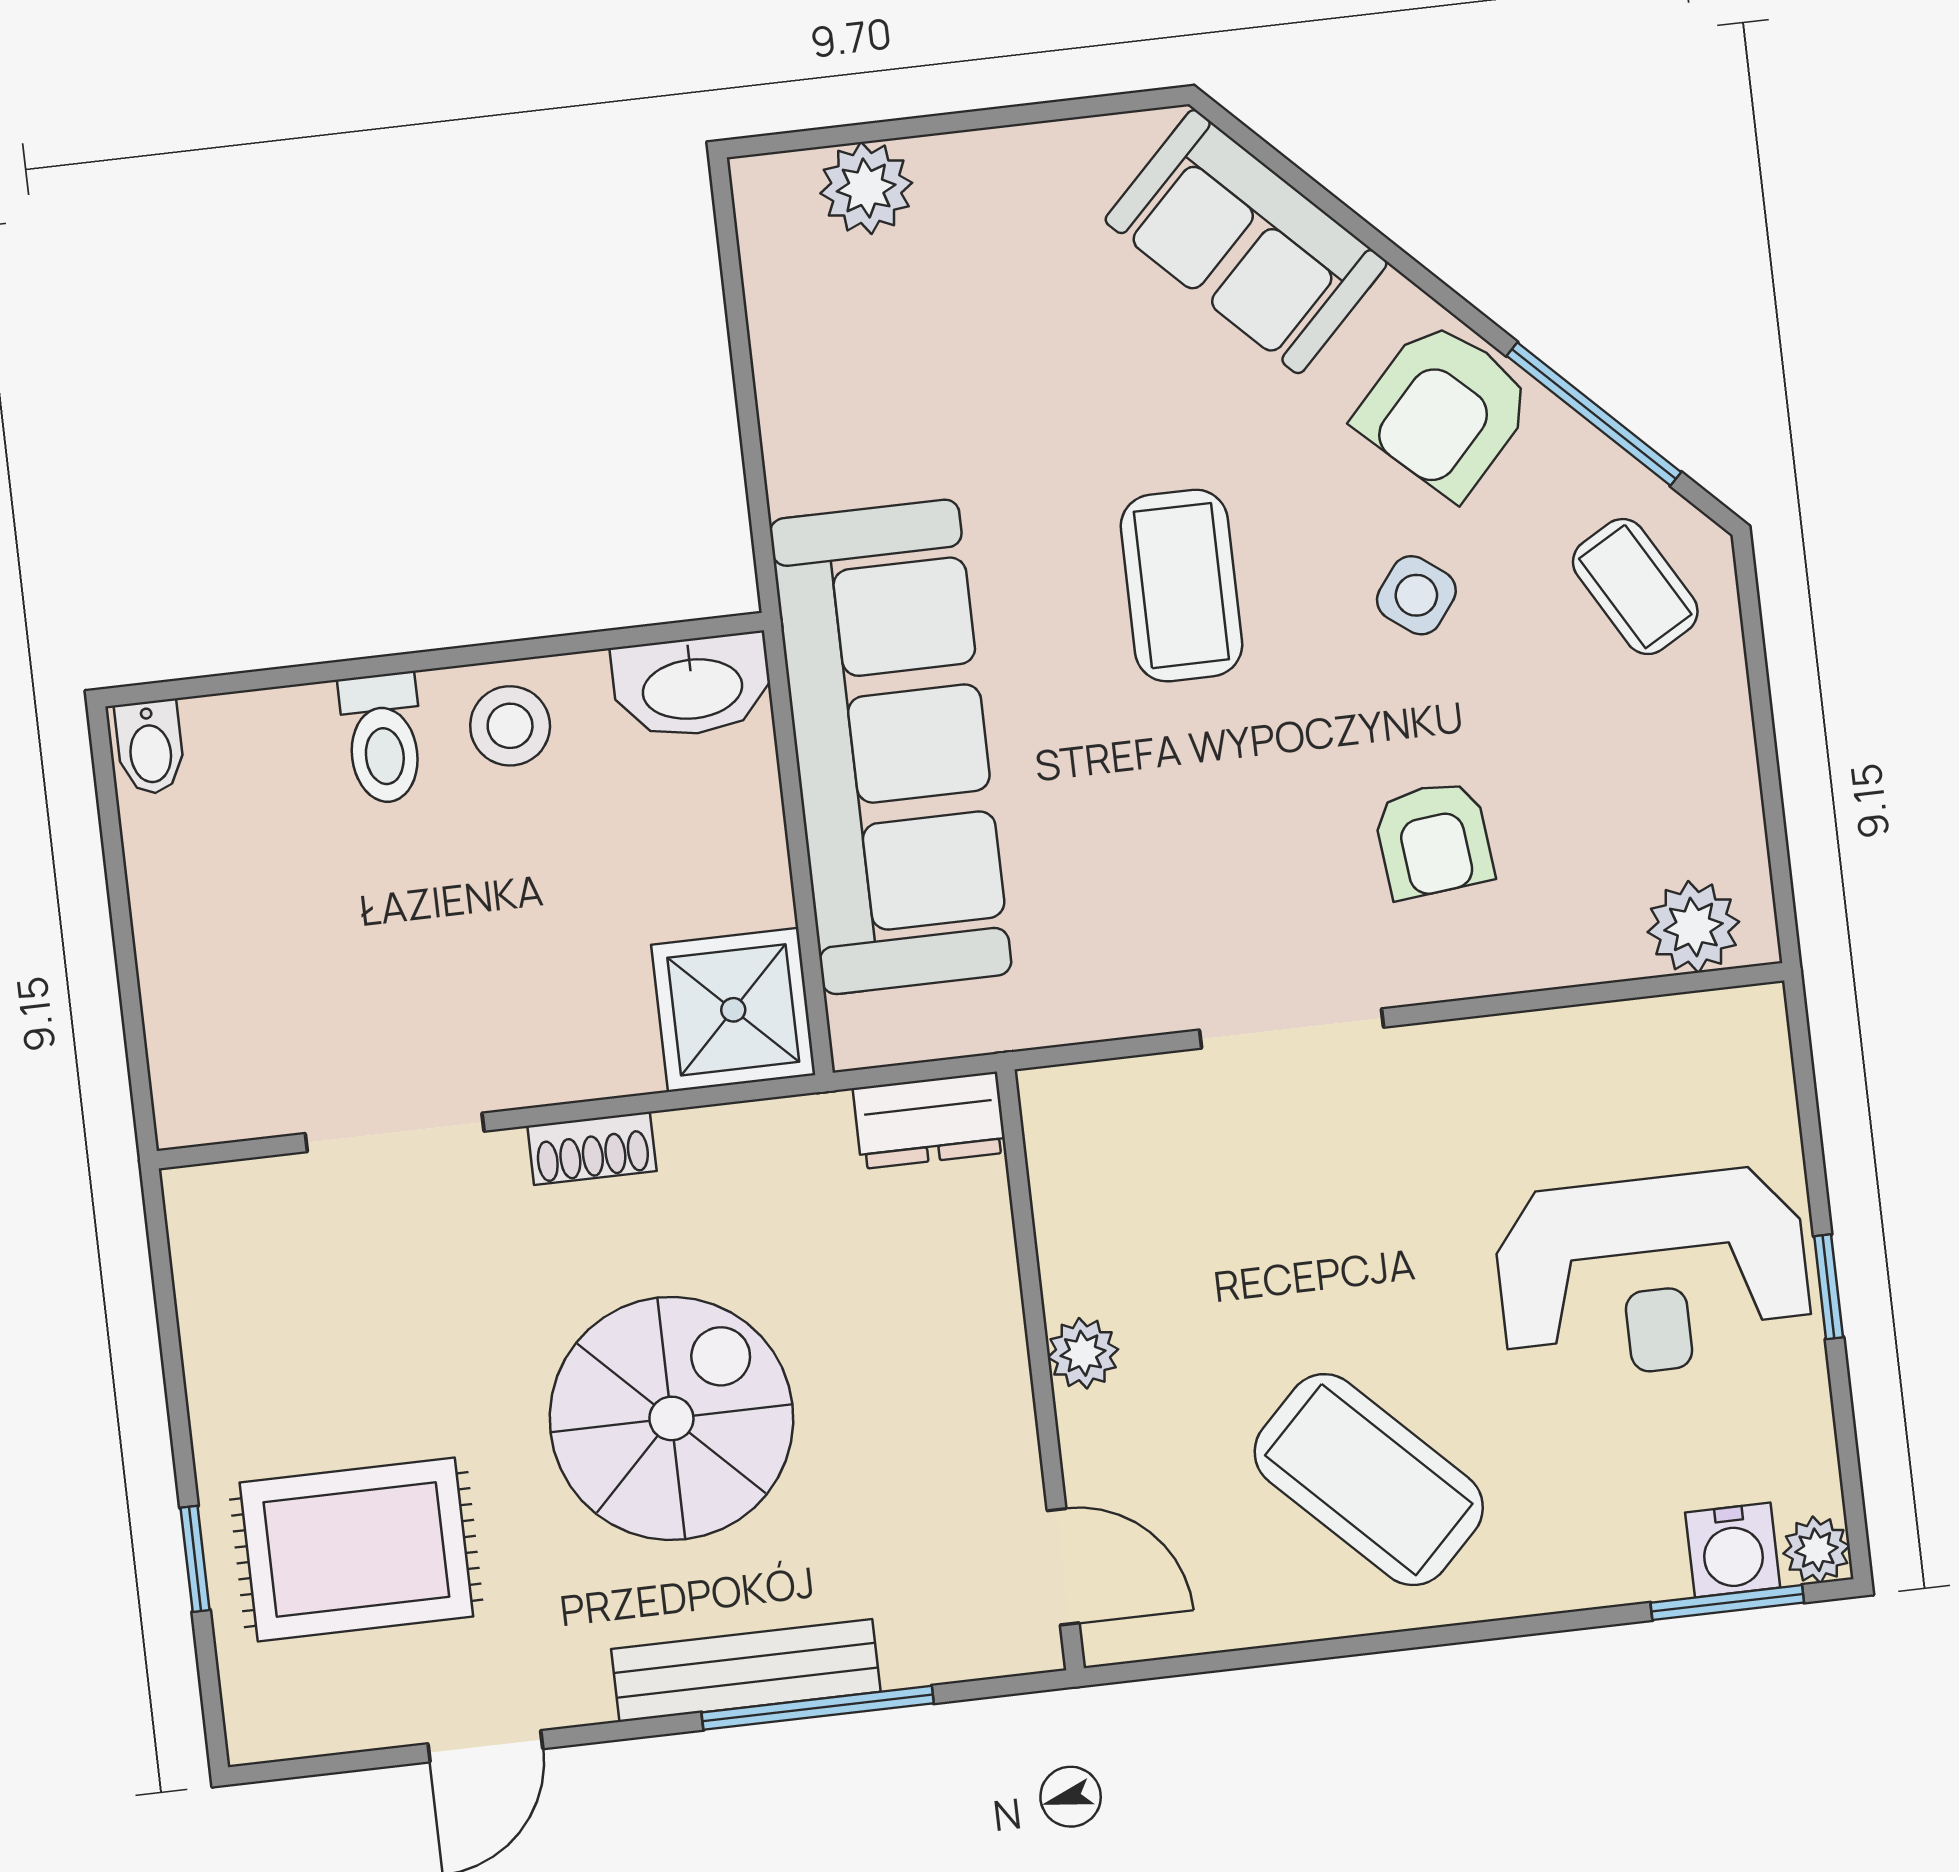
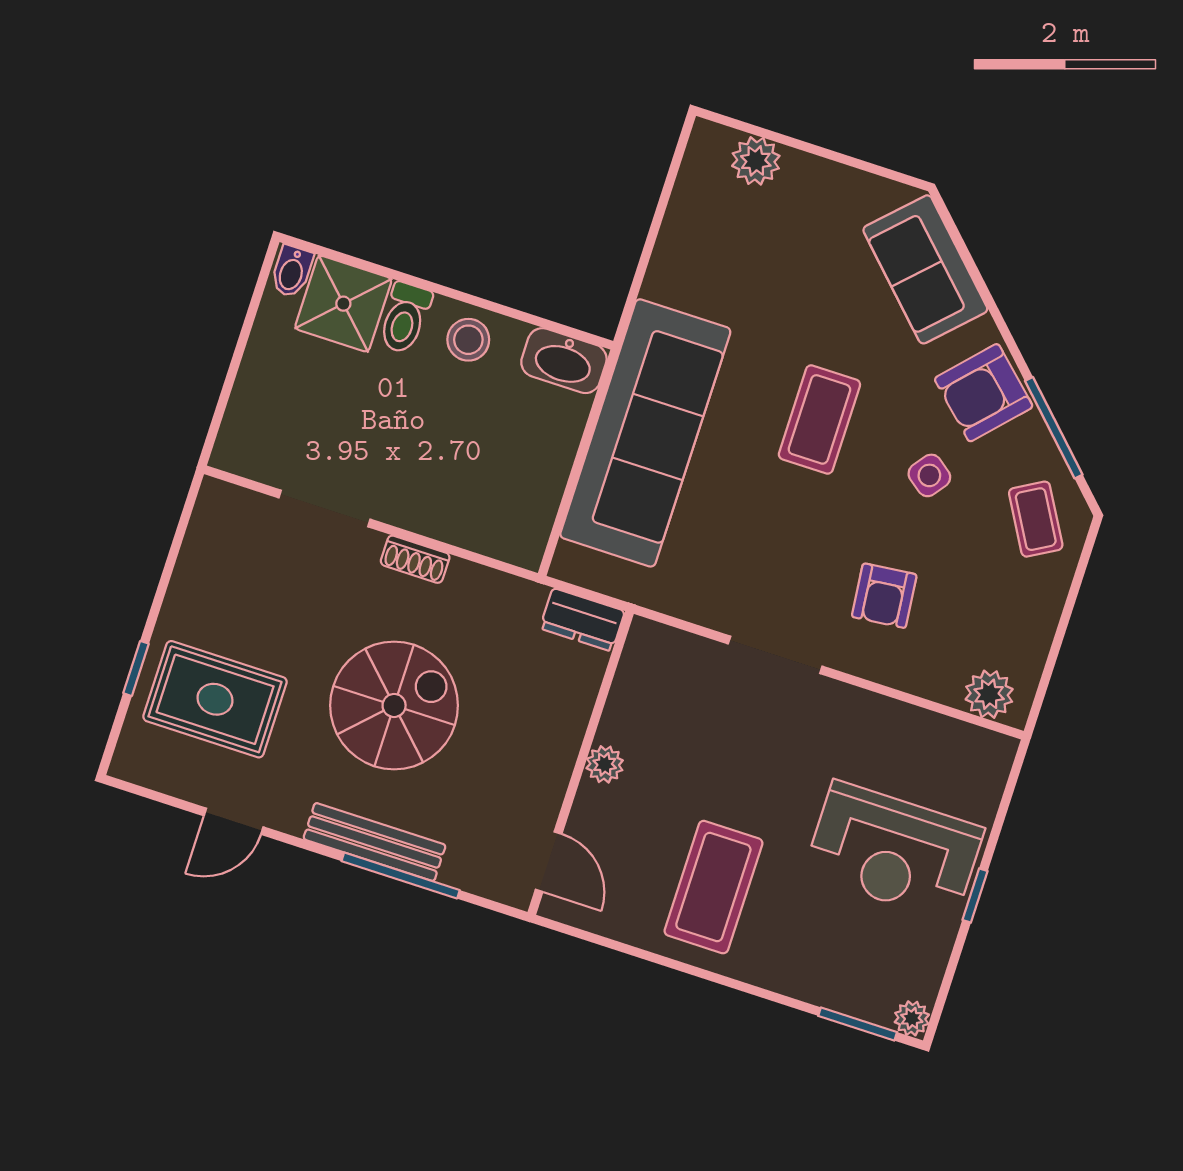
shower: (733, 1010) -> (343, 304), moved
coffee table: (1369, 1480) -> (713, 887), turned 45
water cooler: (1733, 1550) -> (872, 1000), removed

